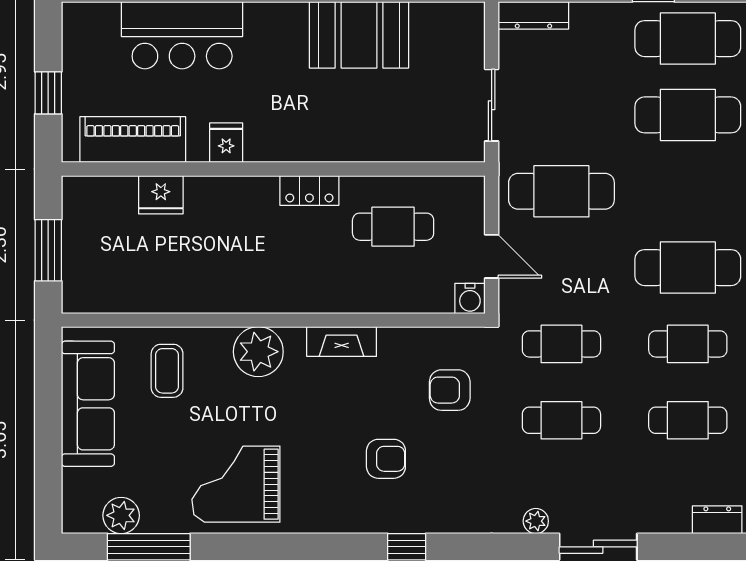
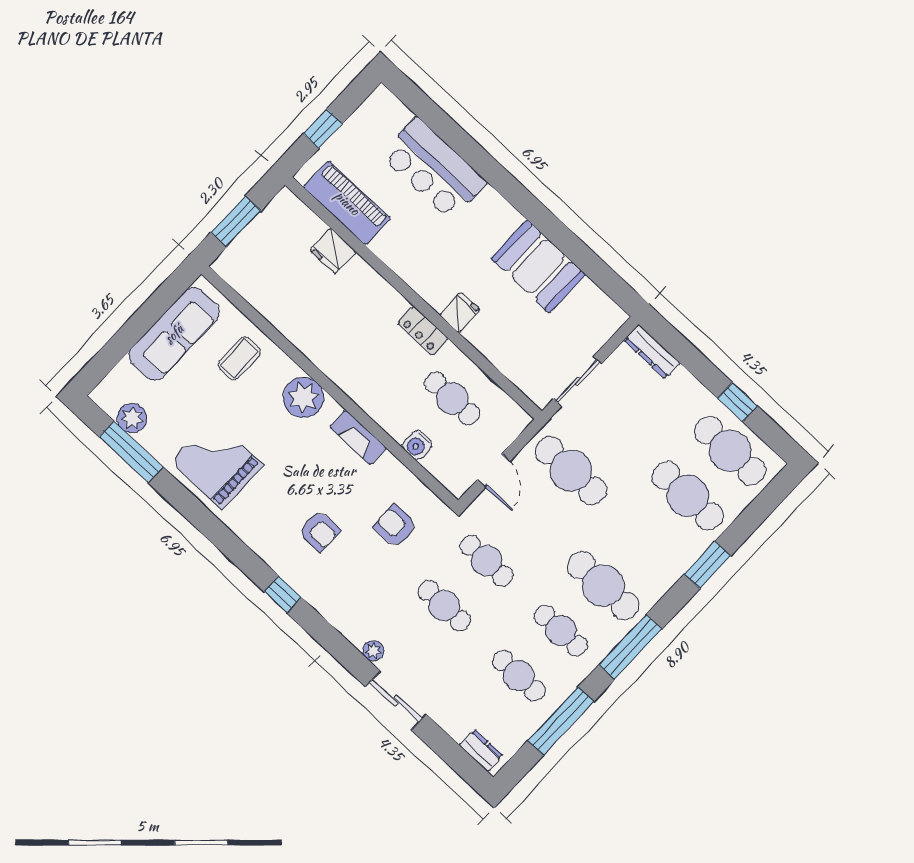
fridge: (226, 143) -> (460, 312), moved
water cooler: (470, 298) -> (417, 445), moved

